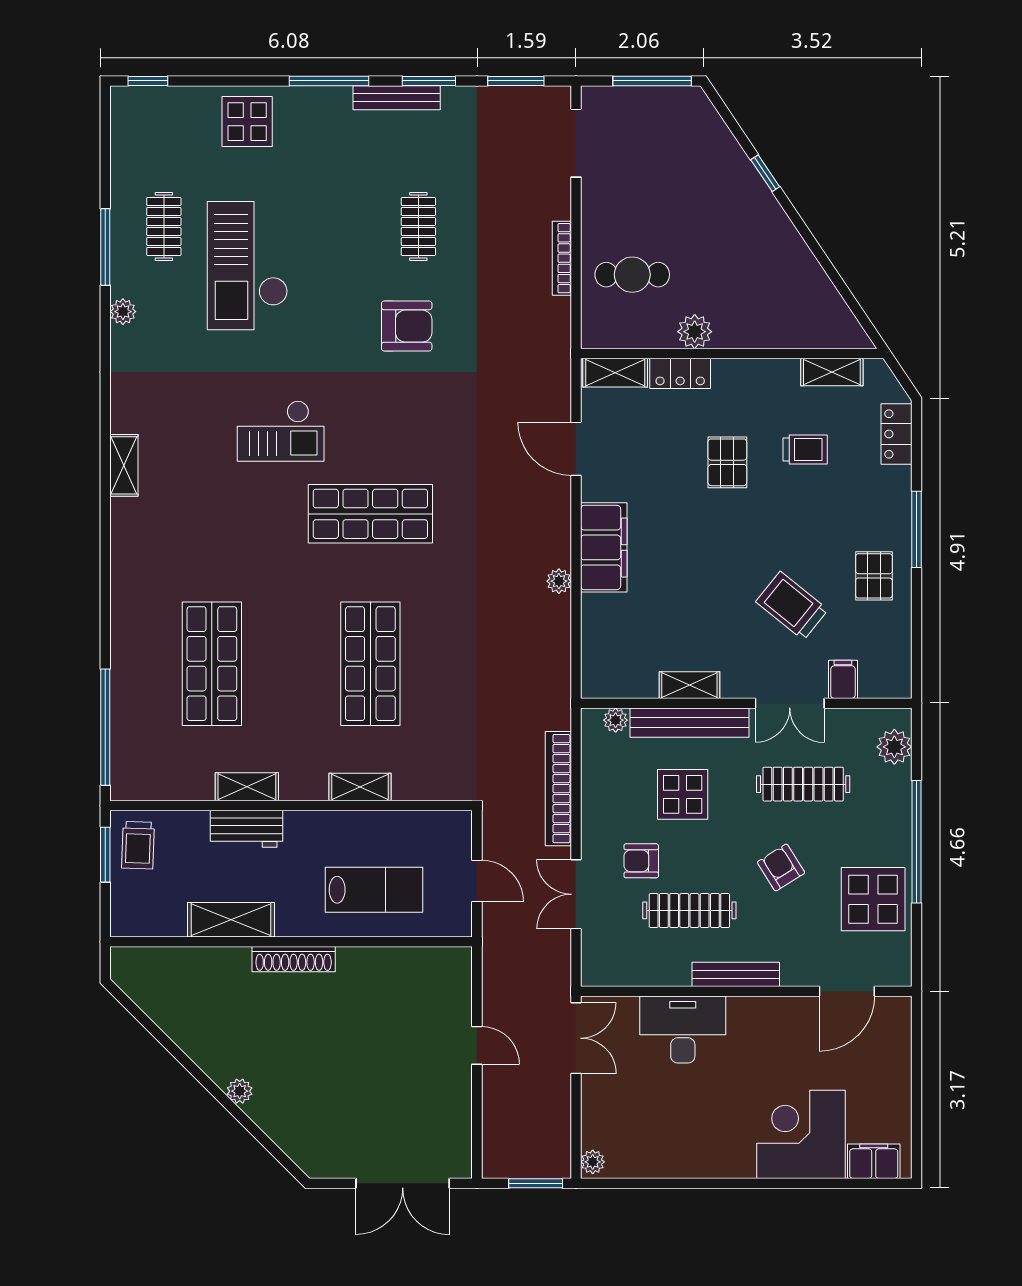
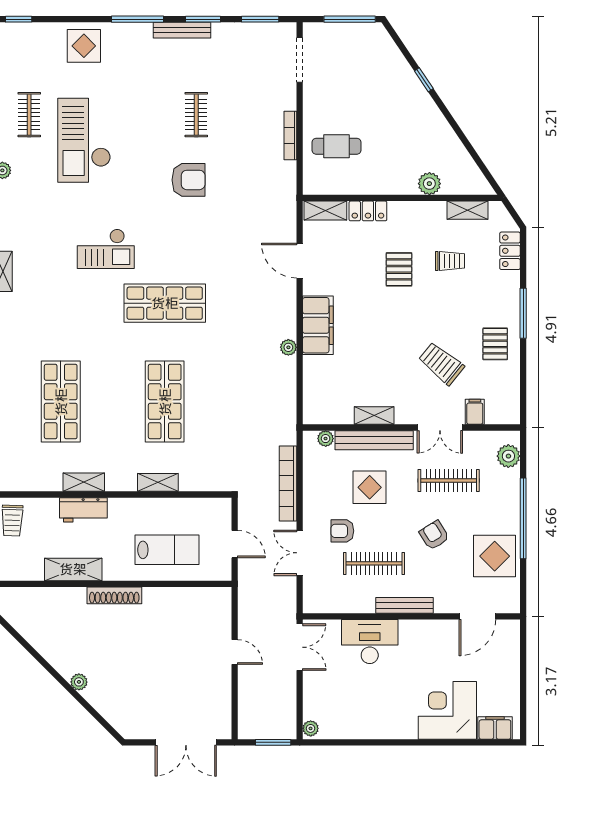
plant: (695, 332) -> (429, 184), moved

